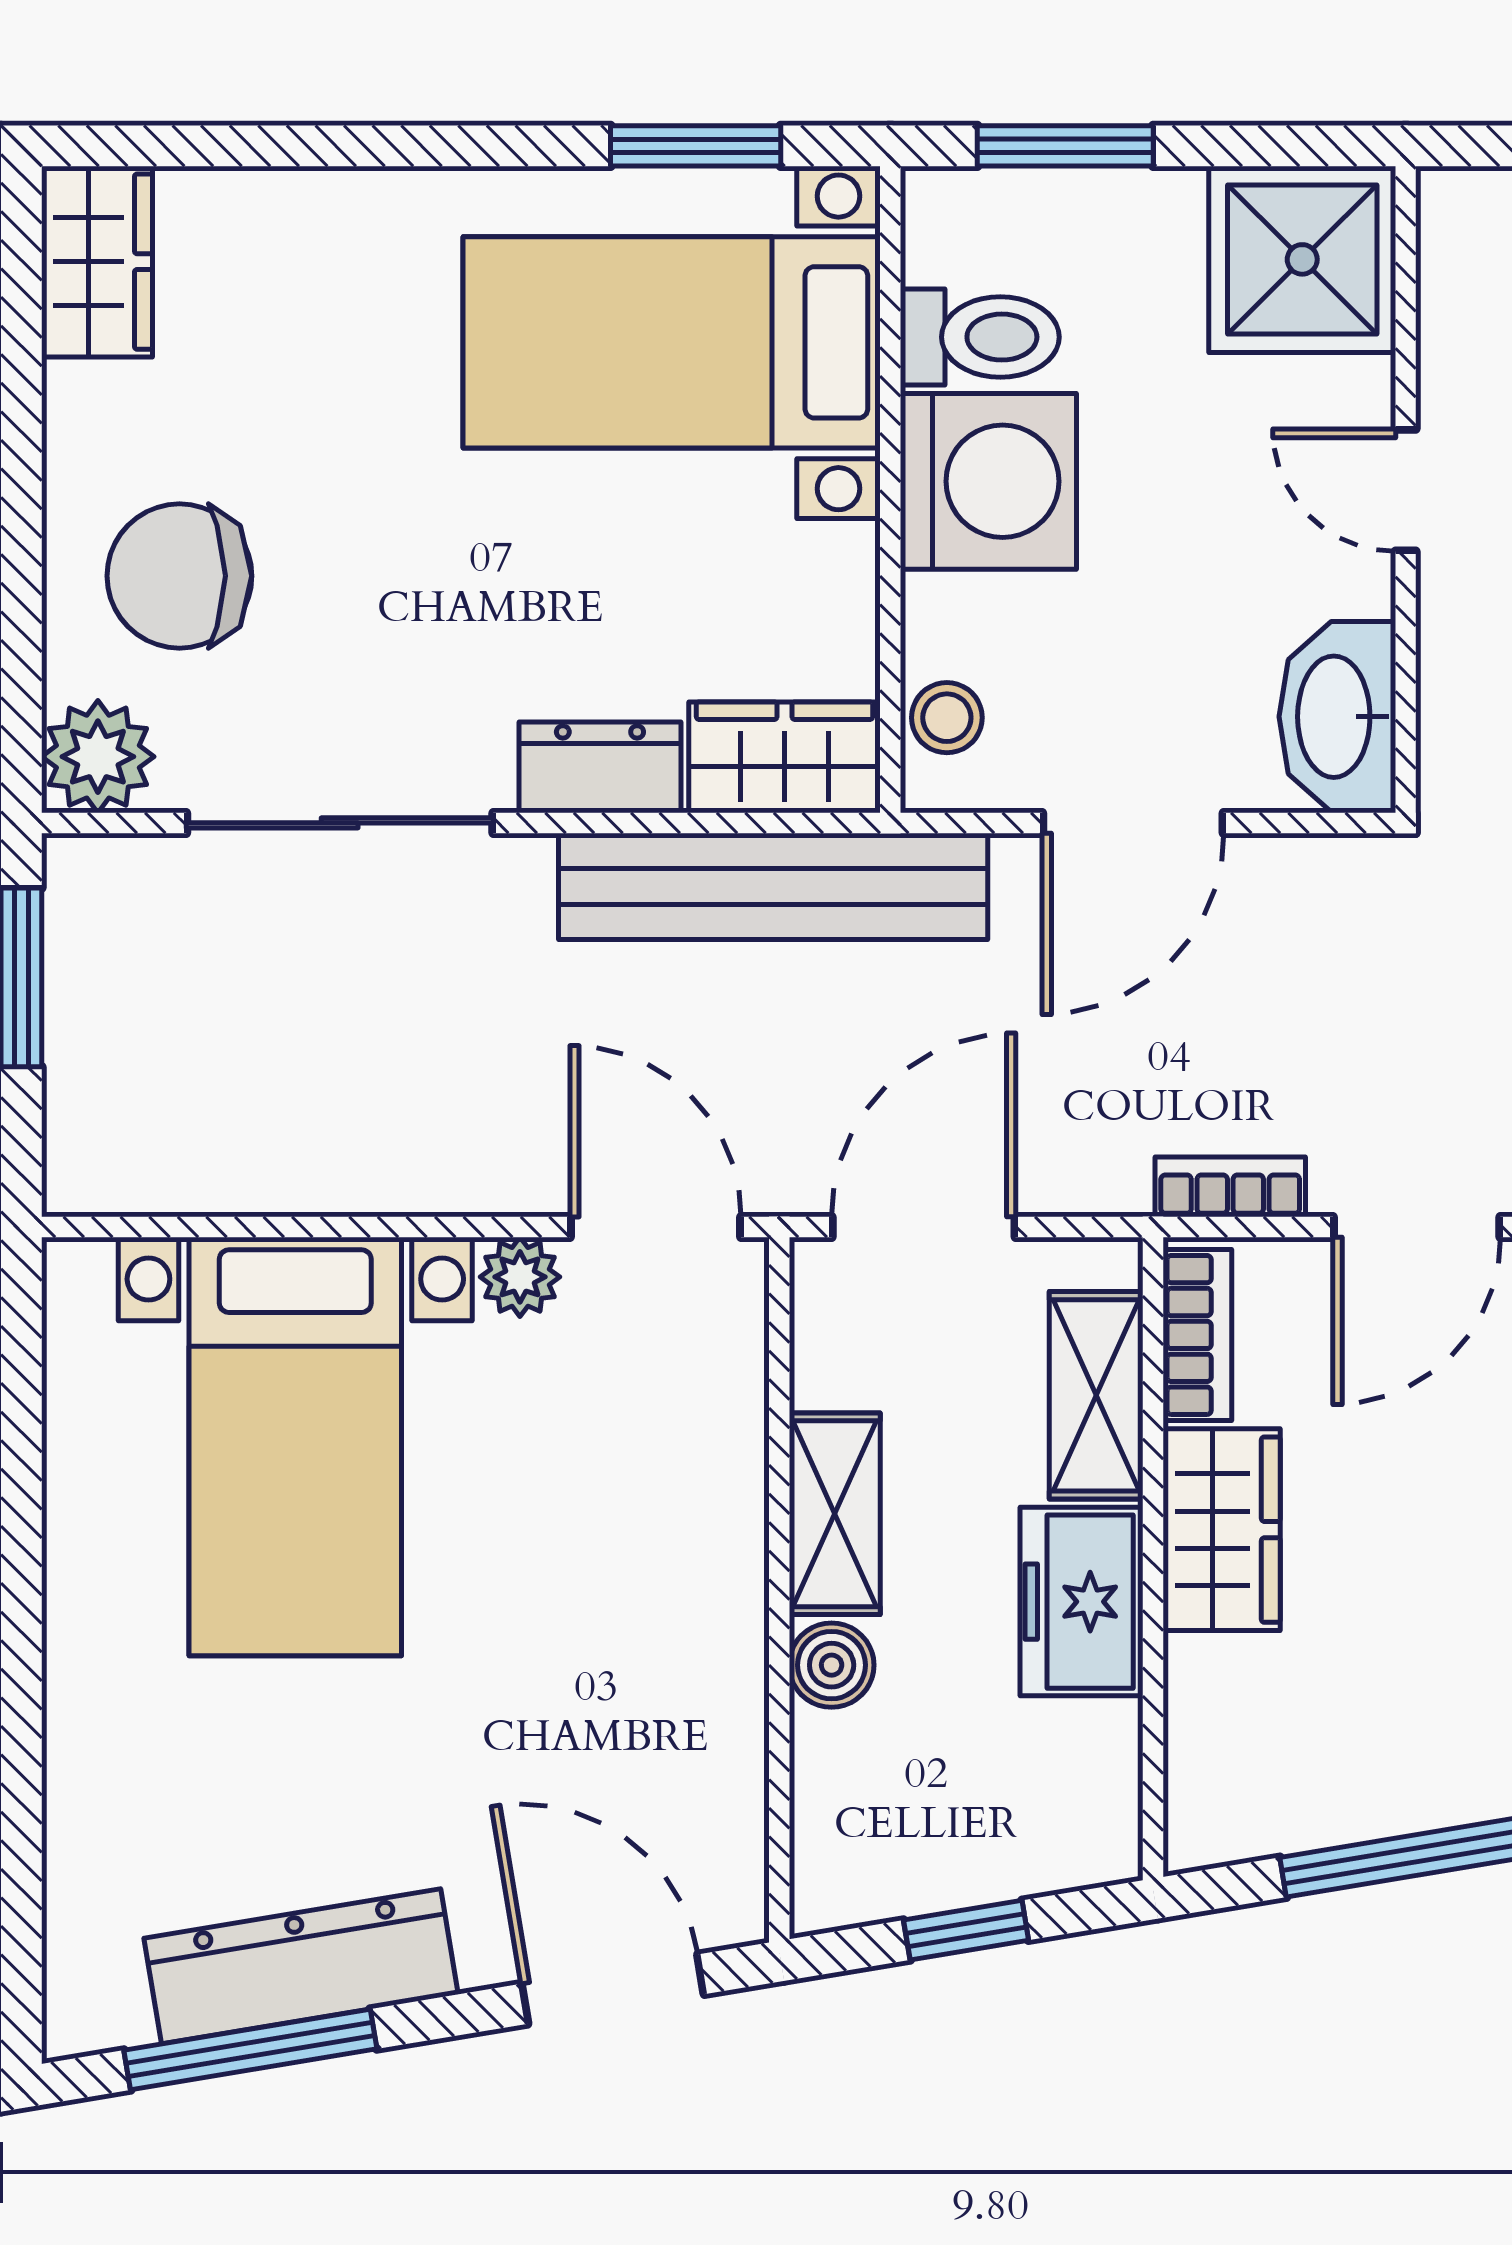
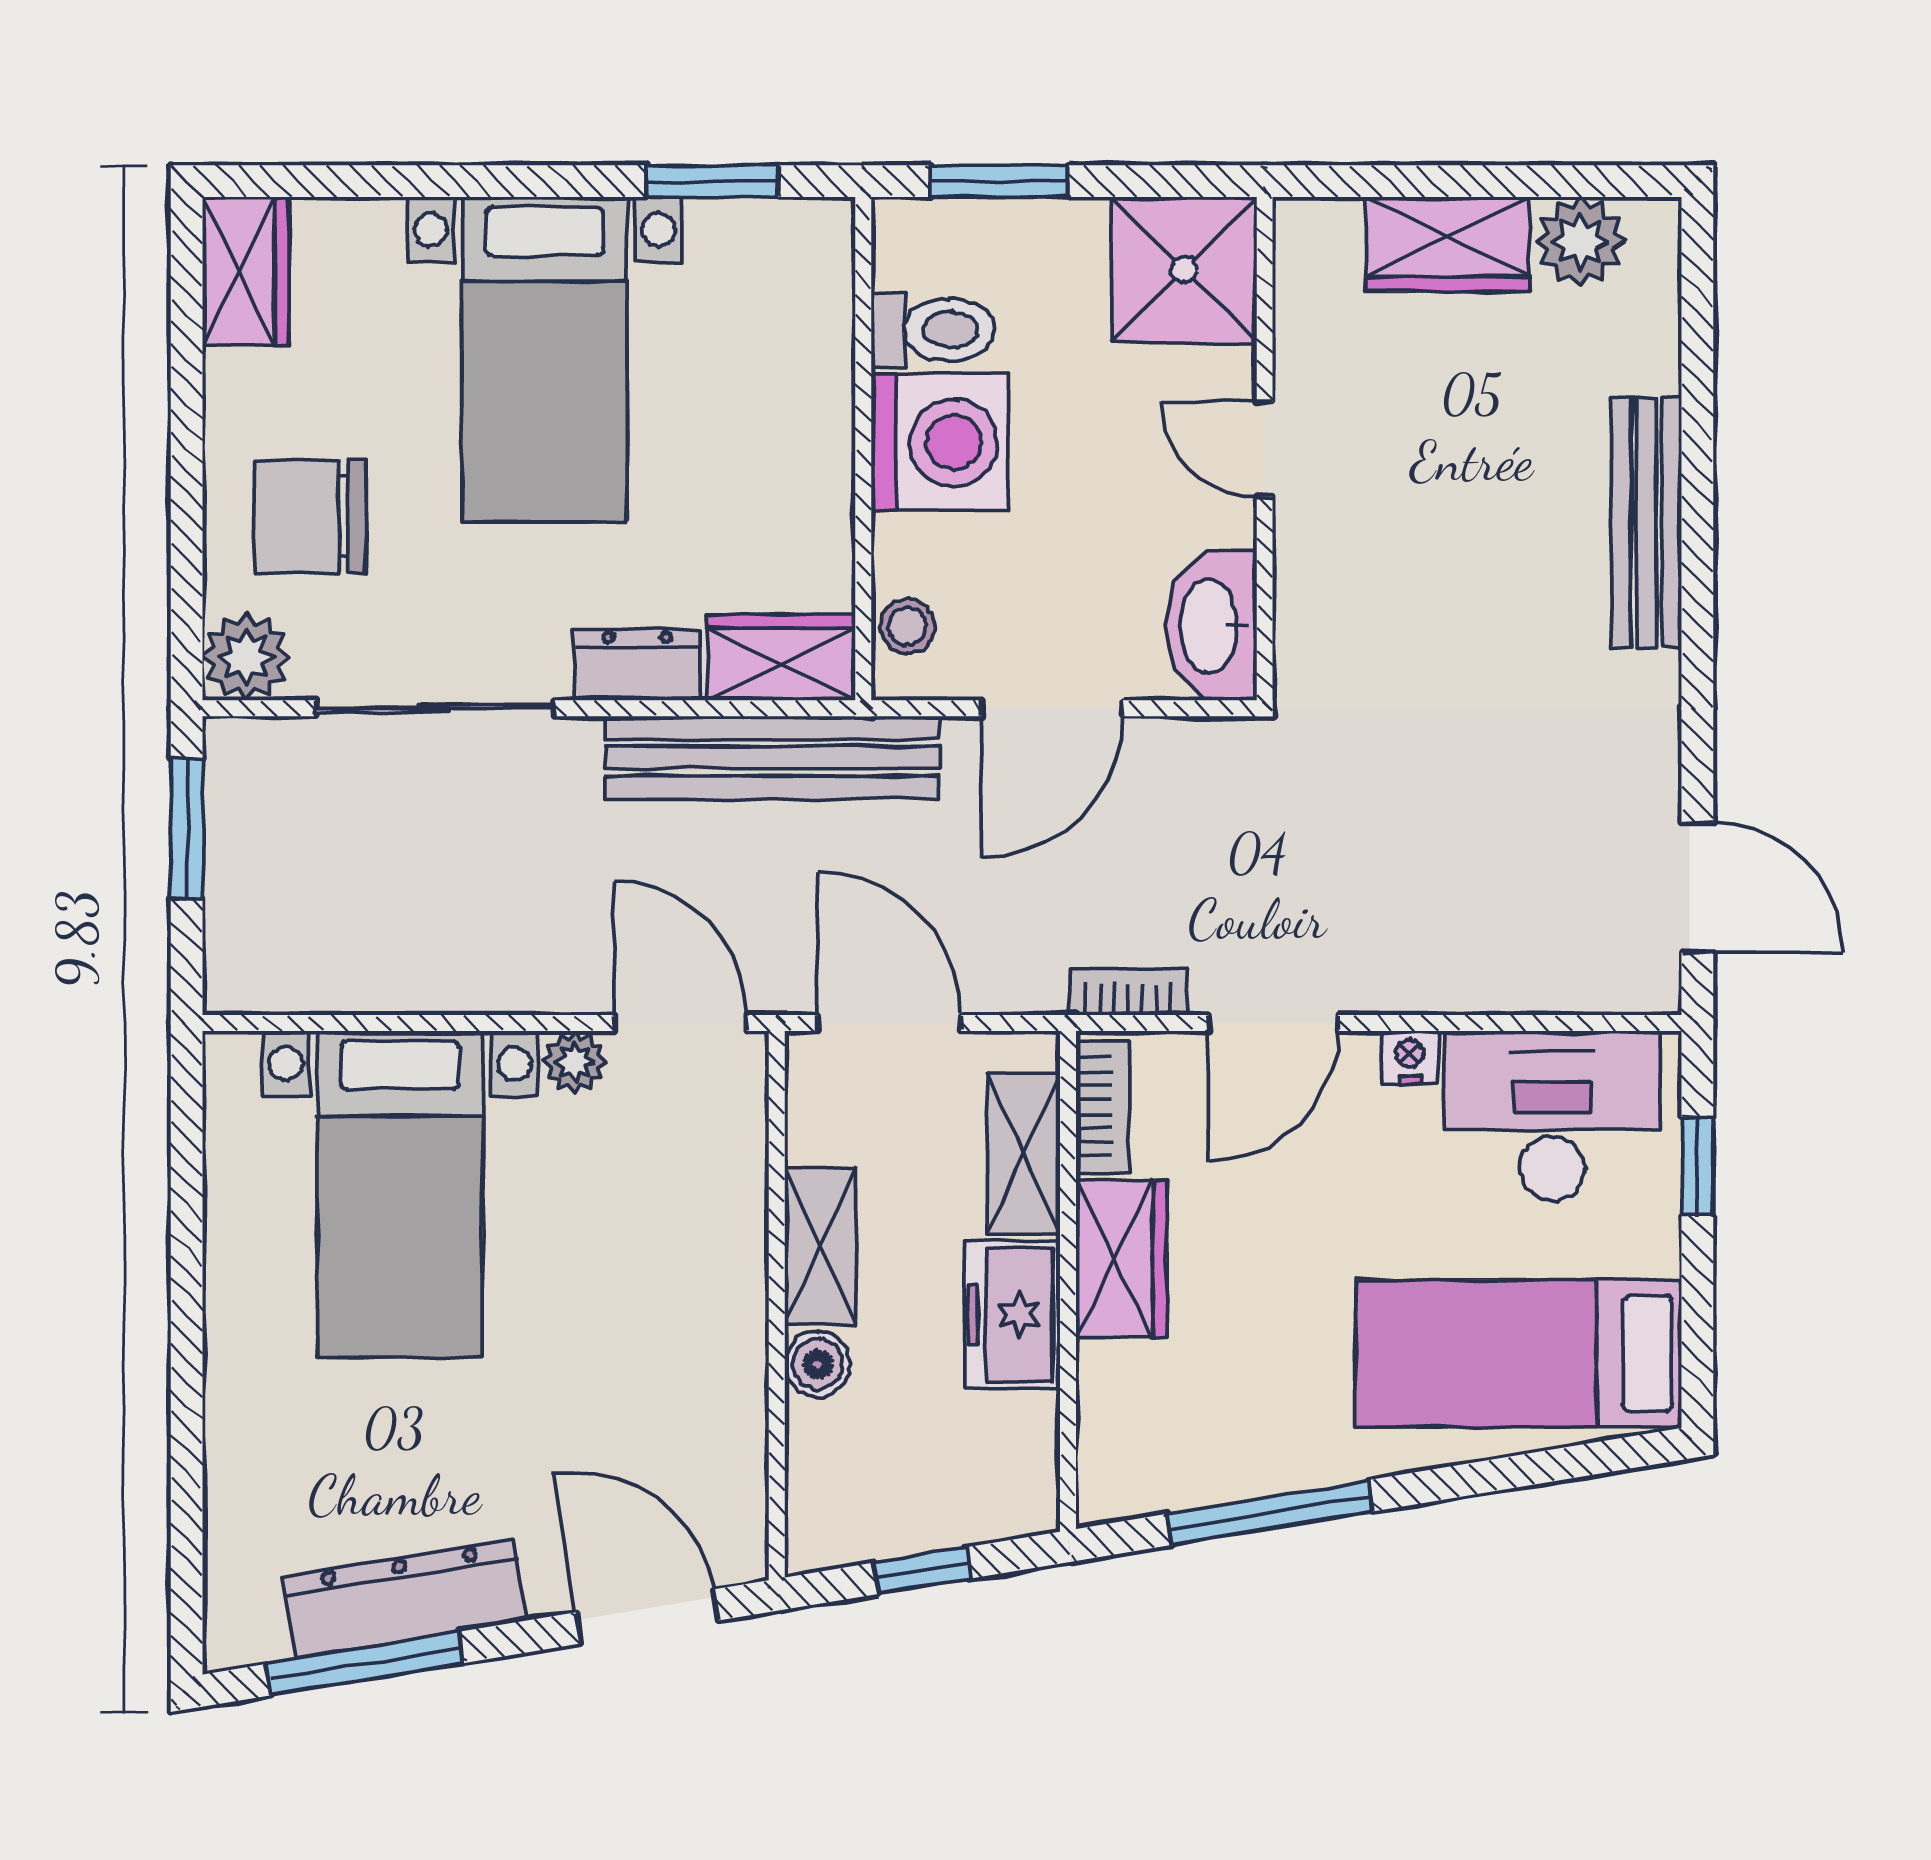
bed with nightstands: (672, 342) -> (545, 359), moved, turned -90
door: (924, 1227) -> (889, 1023), hinge flipped

